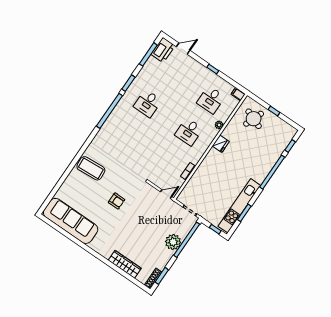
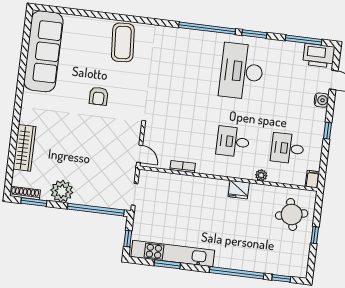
water cooler: (192, 63) -> (321, 100), added
desk: (148, 103) -> (242, 71), width x1.87, depth x1.30
round table: (254, 119) -> (292, 214), turned -33
plant: (173, 242) -> (62, 191), moved

